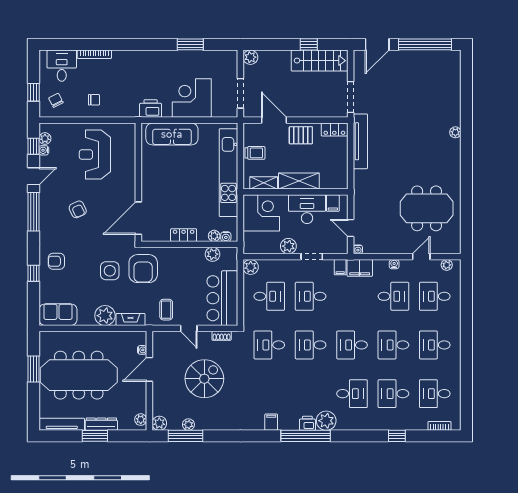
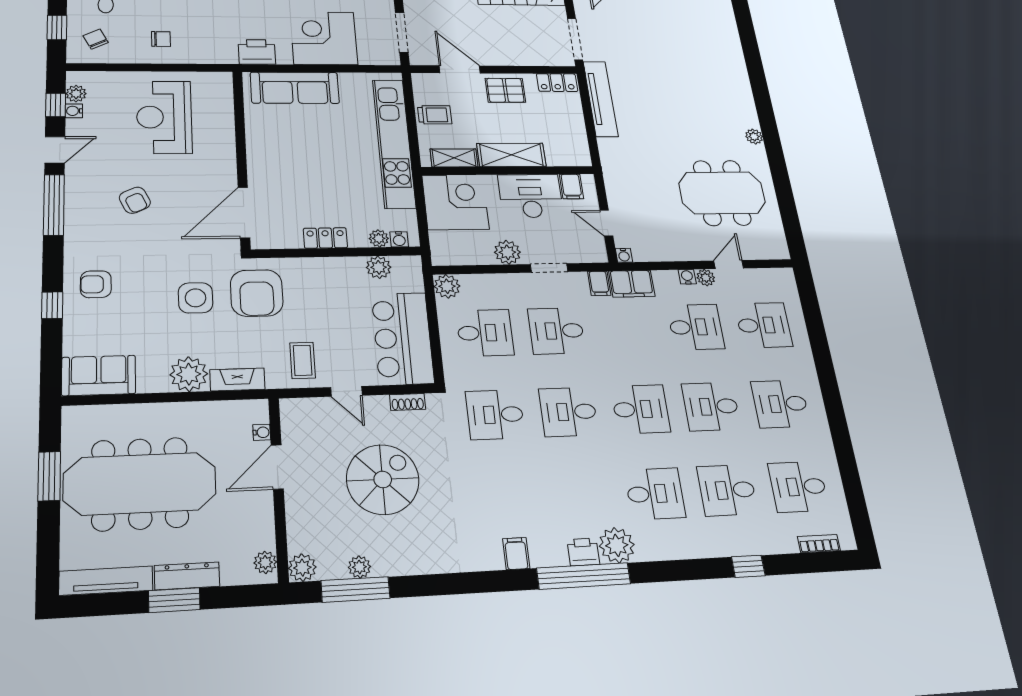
plant: (455, 132) -> (754, 137), moved
plant: (447, 265) -> (706, 278), moved
desk: (435, 296) -> (763, 325), turned 180
desk: (352, 345) -> (640, 409), turned 180

